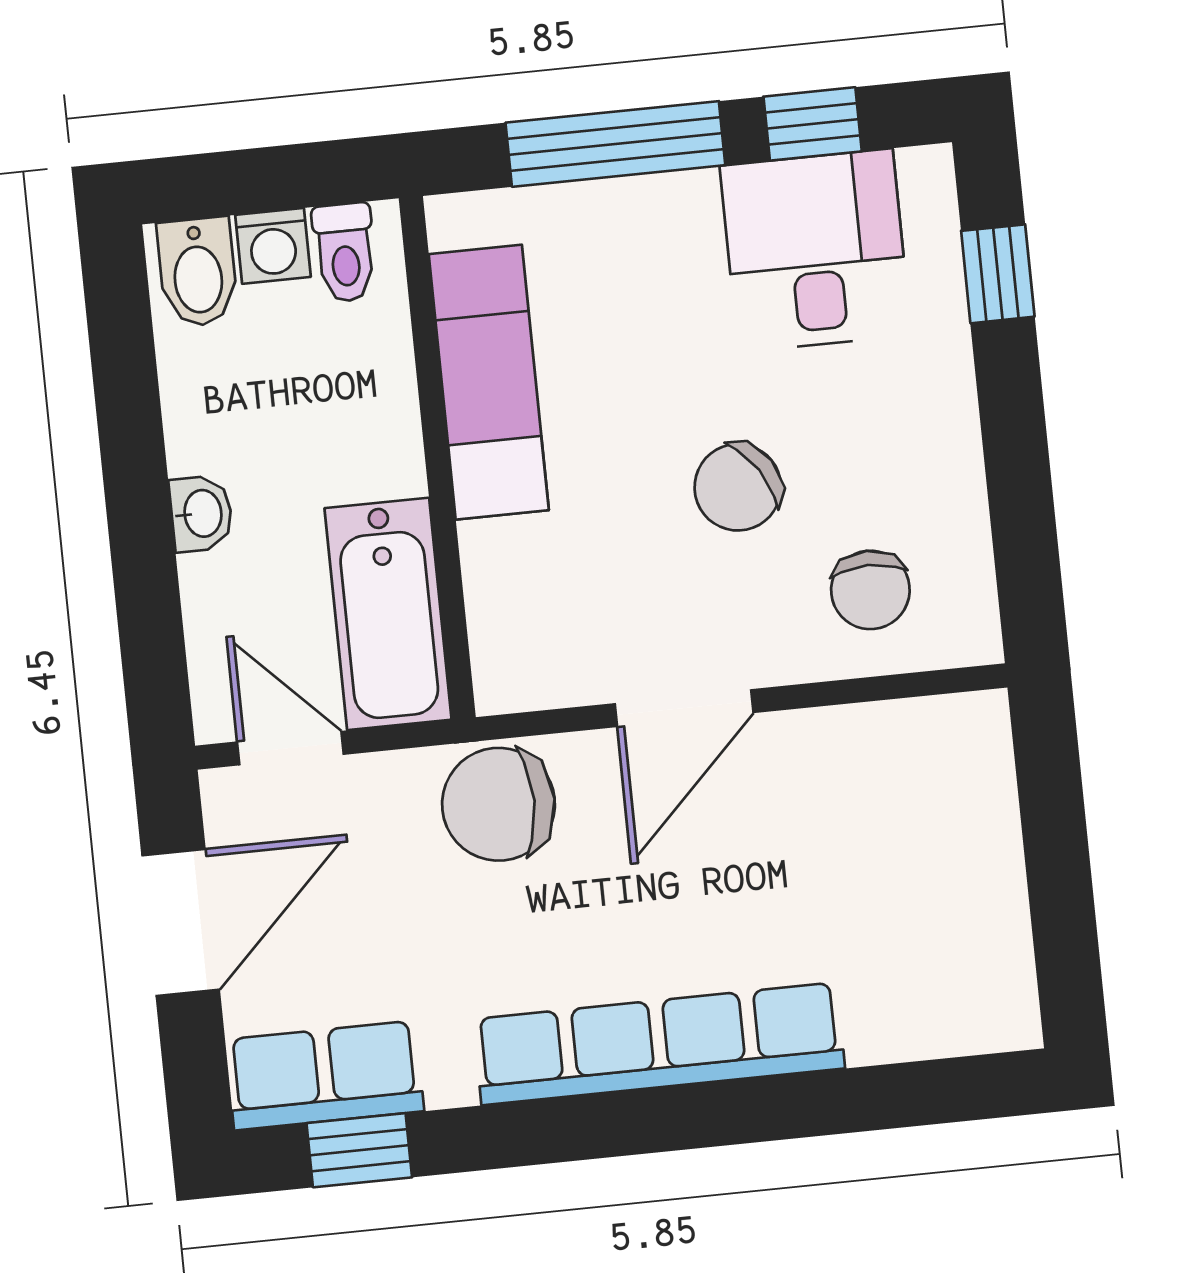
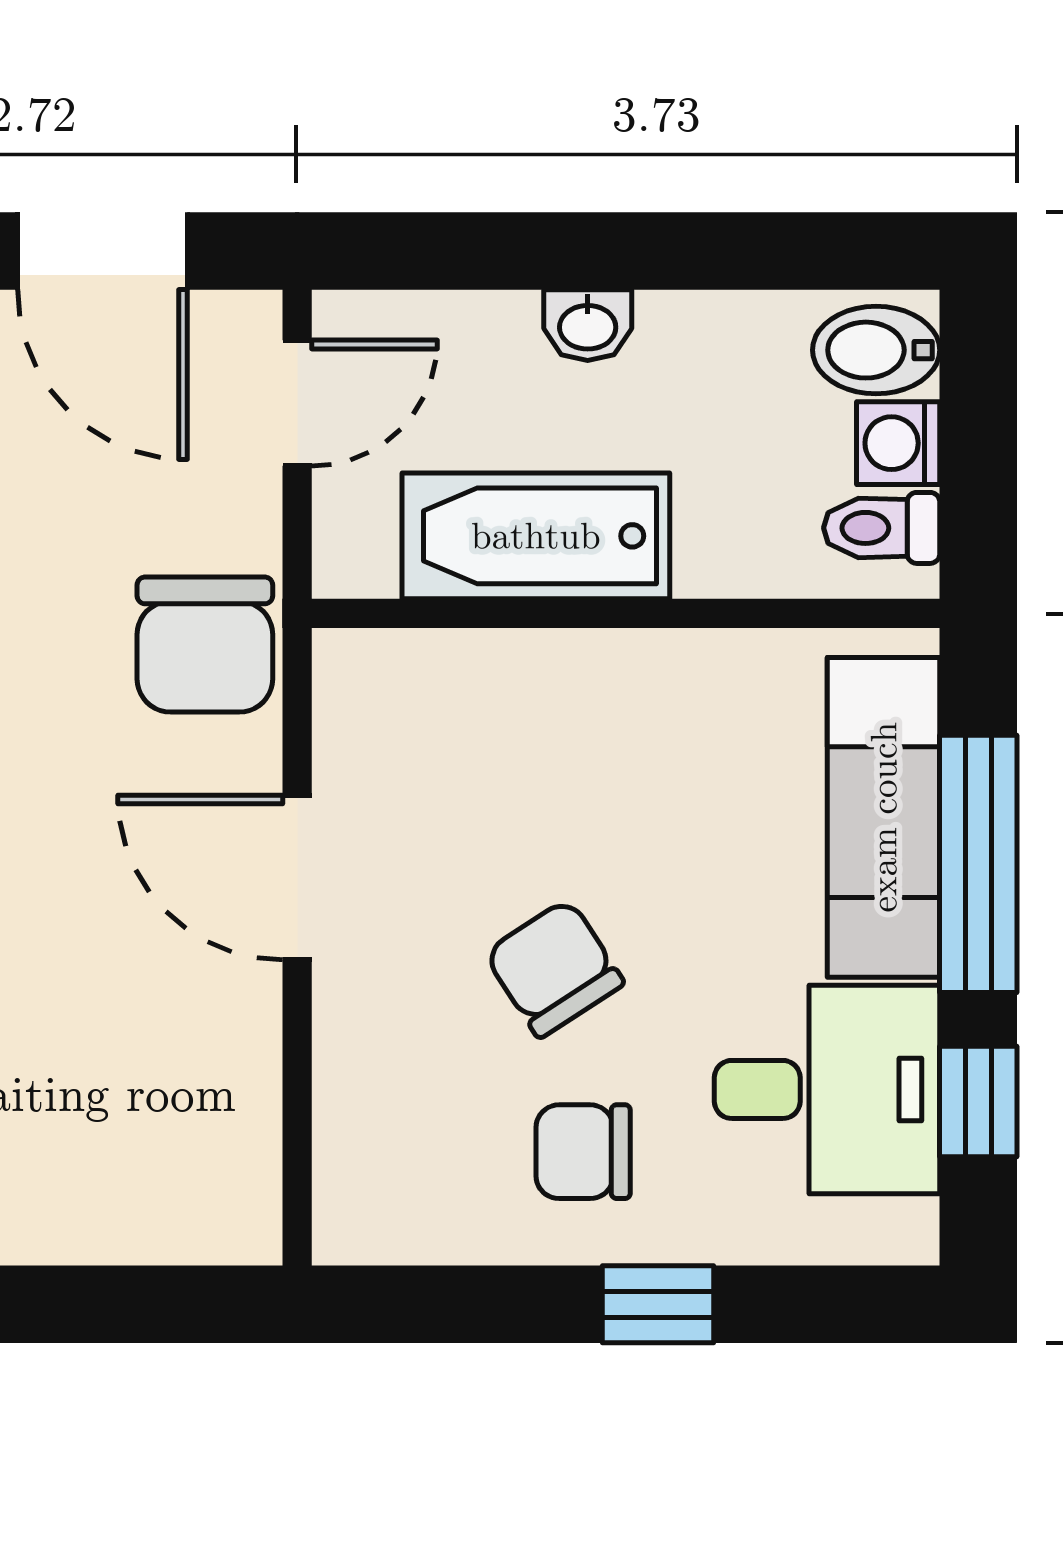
window: (998, 274) -> (658, 1304), moved
exam couch: (489, 382) -> (884, 817), moved, turned 90
chair: (870, 590) -> (583, 1152), moved
bathtub: (388, 614) -> (536, 536), moved
chair: (499, 804) -> (205, 645), turned 180

